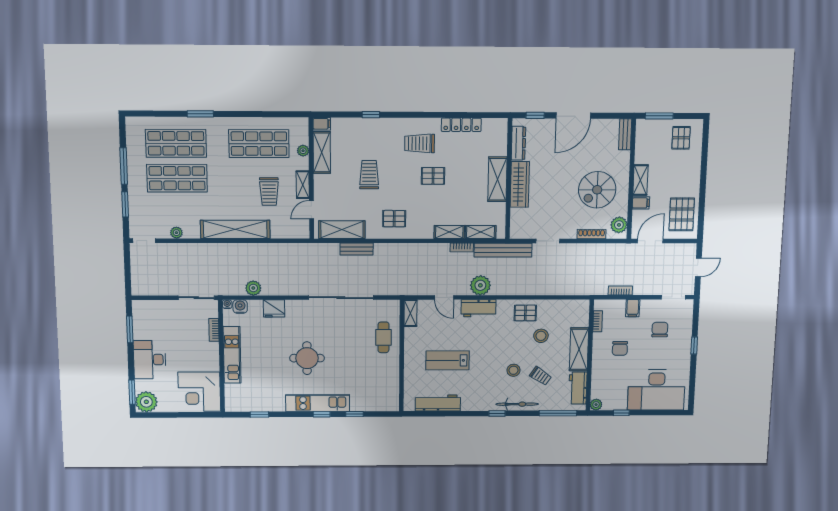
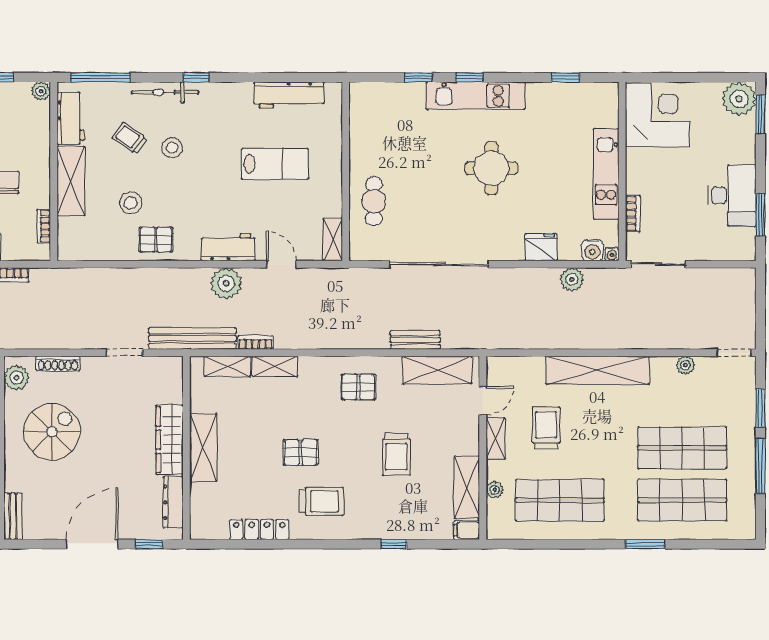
desk: (150, 360) -> (732, 196), moved

